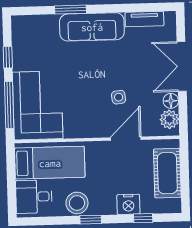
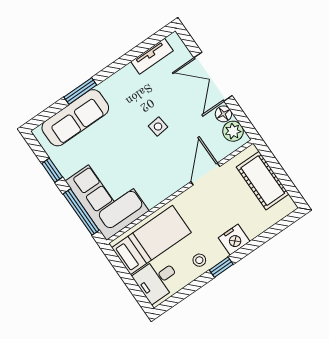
sofa: (92, 27) -> (75, 118), moved
side table: (119, 97) -> (158, 127), moved
stool: (77, 203) -> (199, 260), width x0.53, depth x0.53
nightstand: (128, 204) -> (234, 240), moved
window: (143, 218) -> (267, 235), removed

